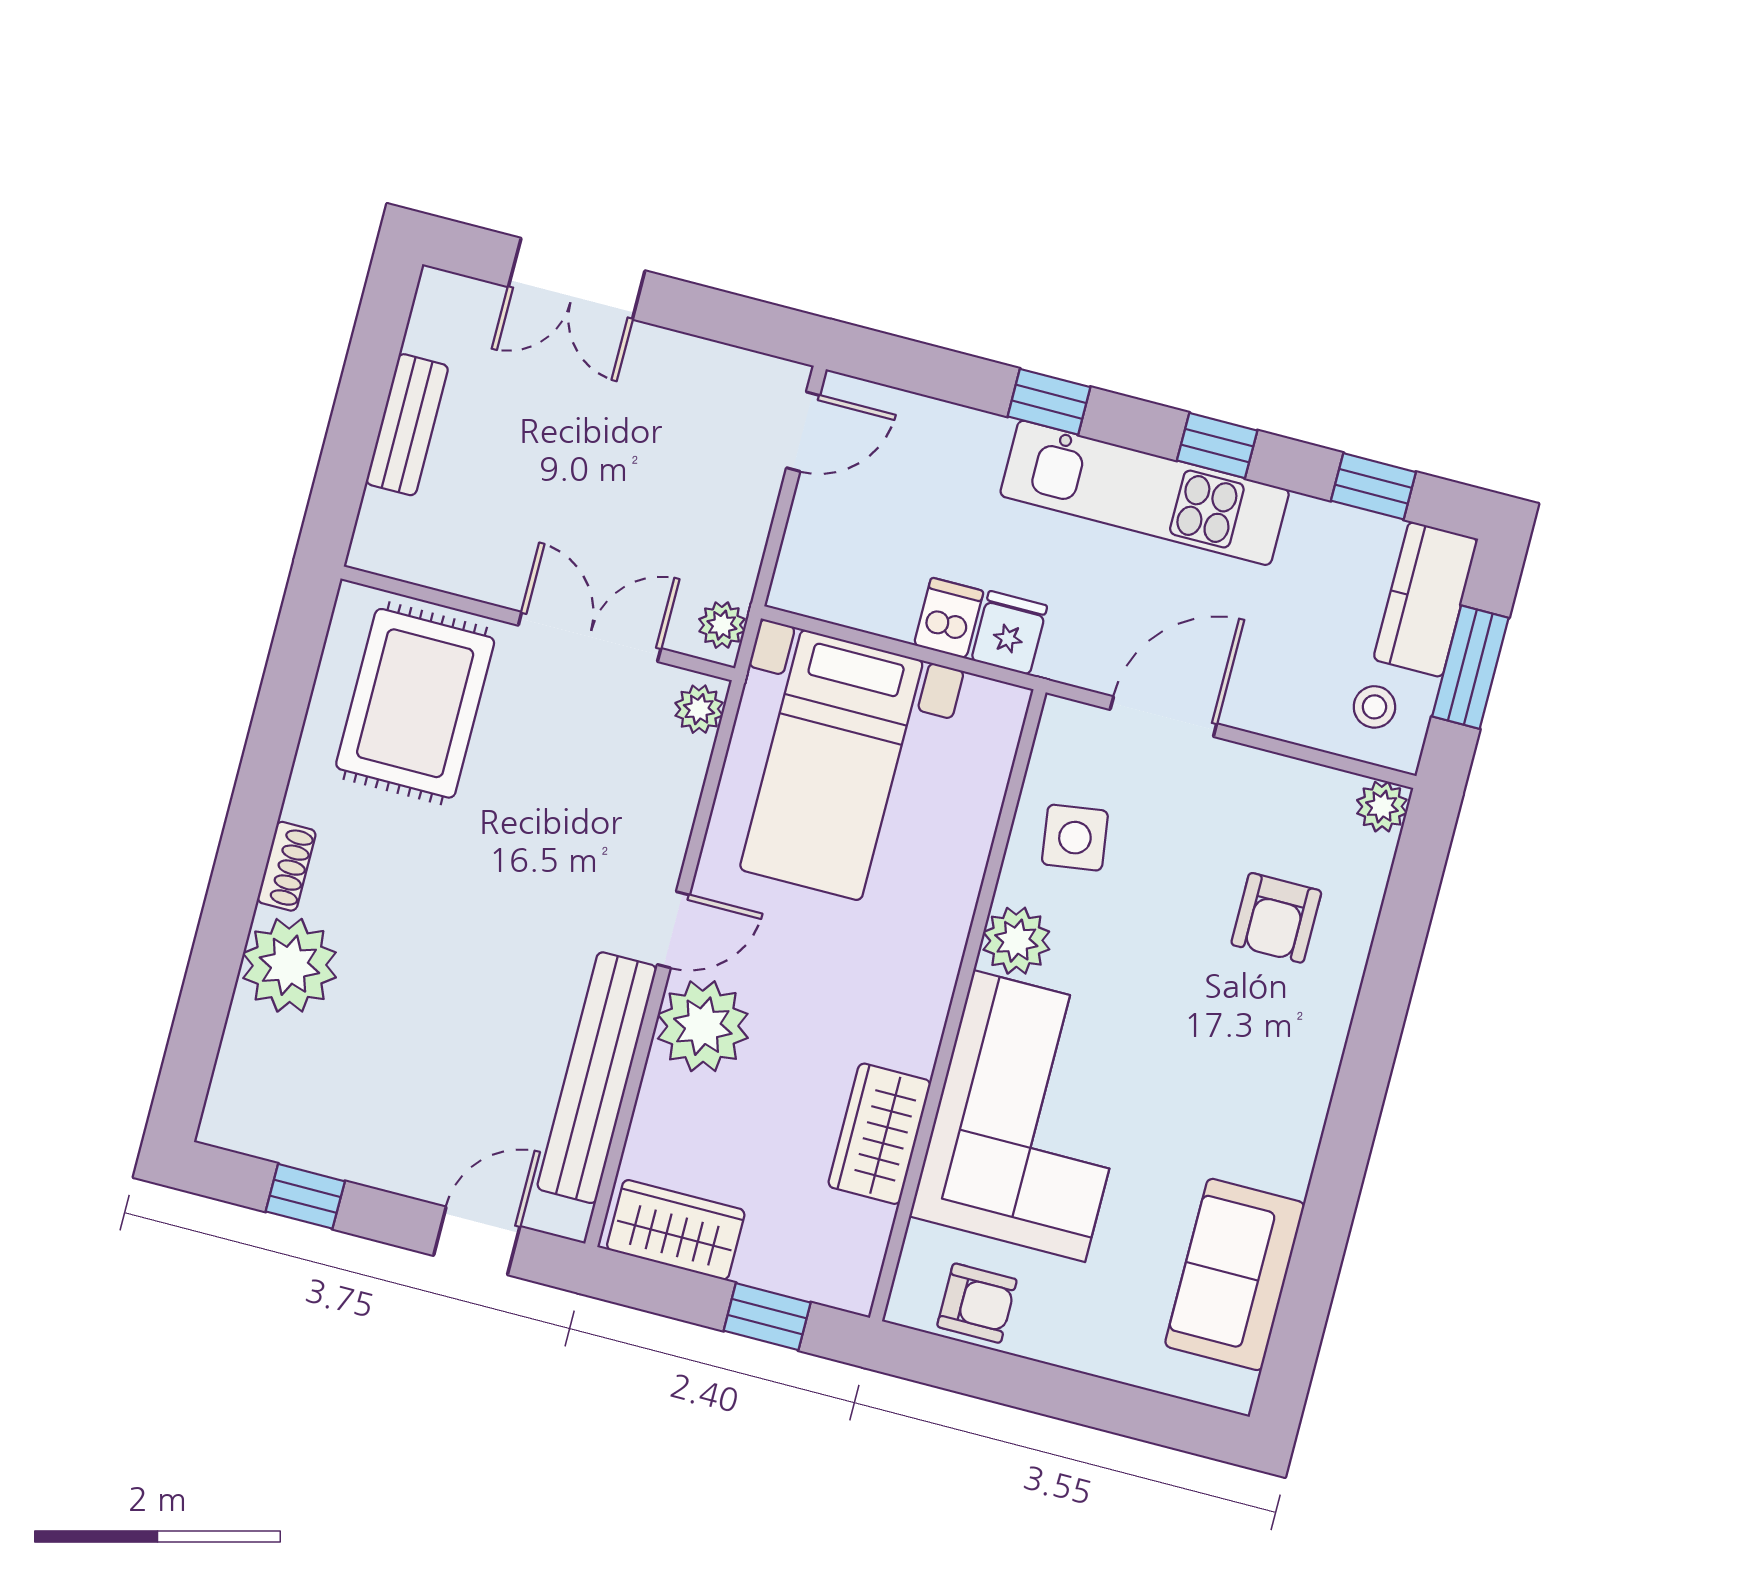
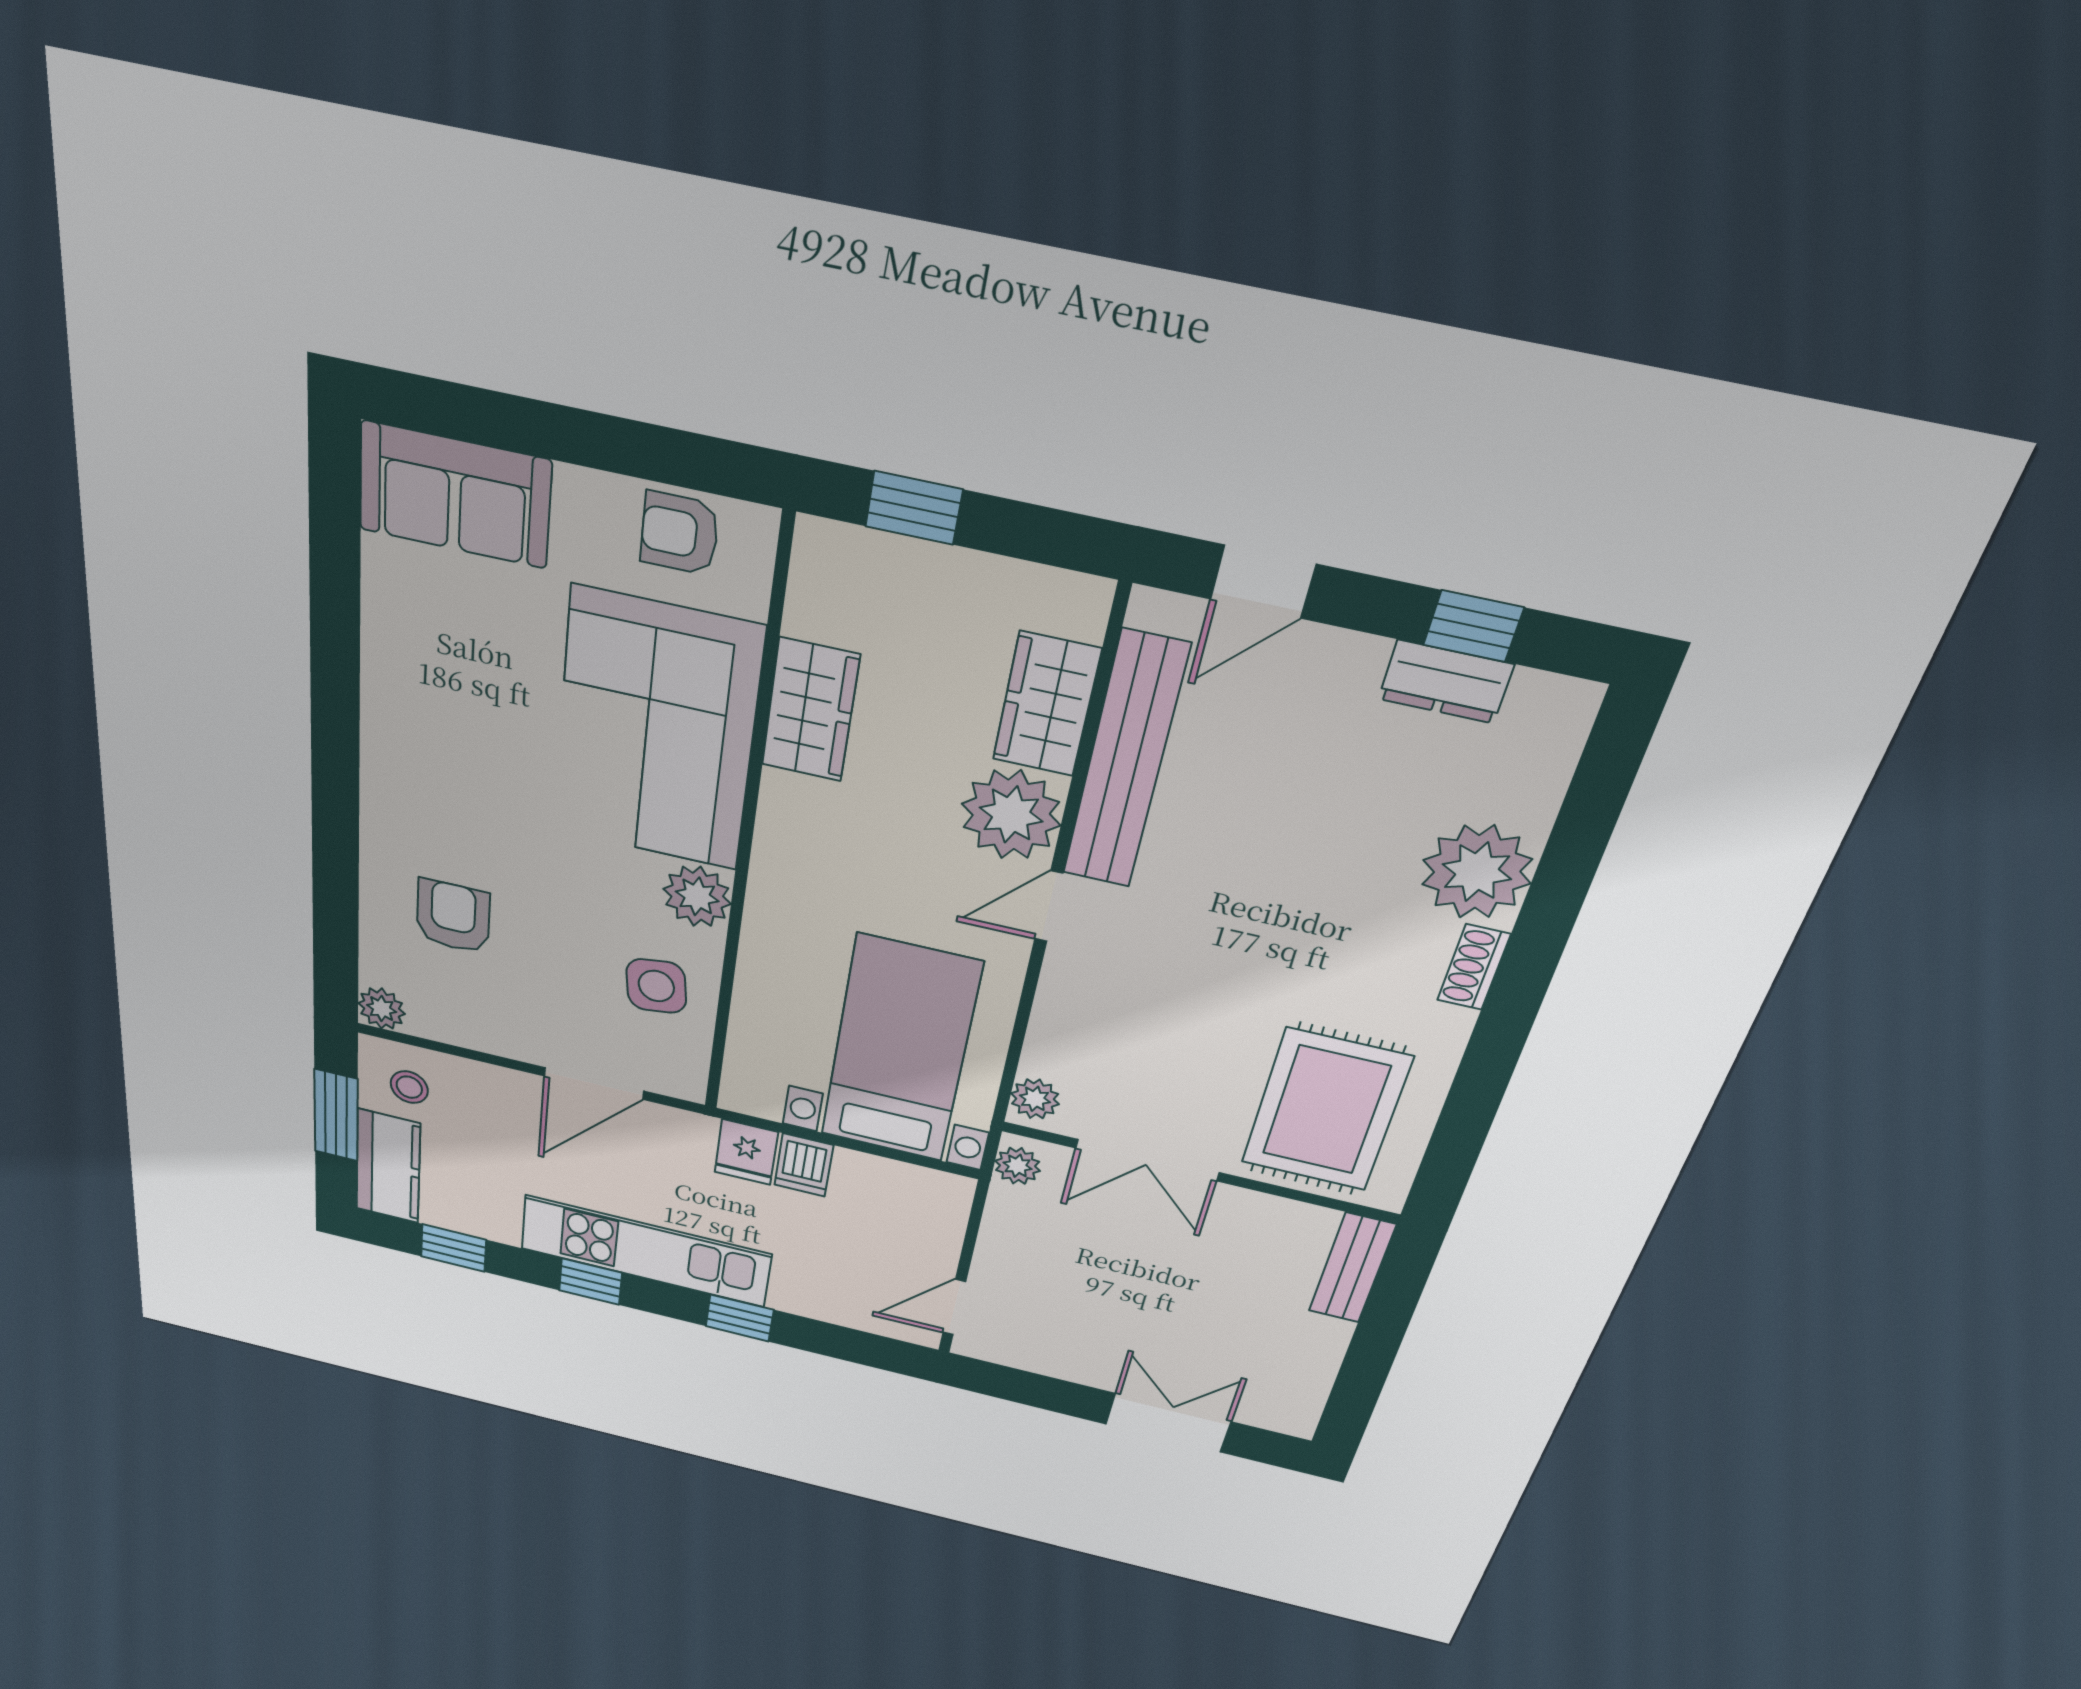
bench: (407, 425) -> (1352, 1268), moved
dresser: (325, 1147) -> (1446, 682), added
wardrobe: (676, 1230) -> (1047, 704), moved, turned 90
sofa: (1235, 1274) -> (455, 495), moved, turned 90

